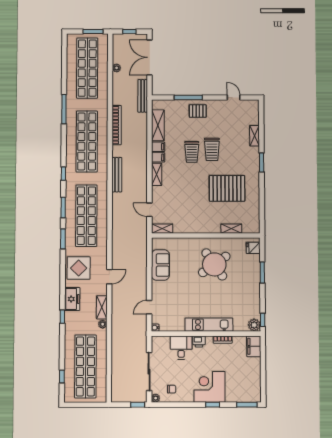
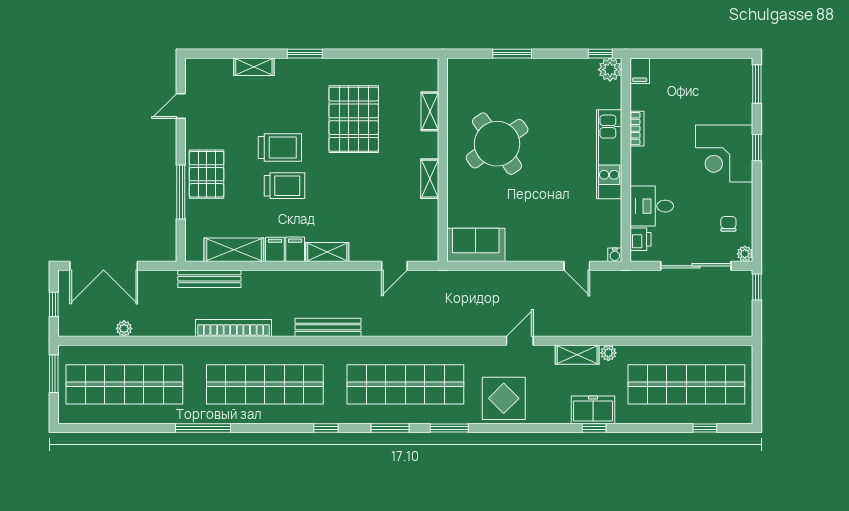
bench: (143, 96) -> (209, 279), moved
pallet: (198, 111) -> (207, 174), width x1.50, depth x1.42
shelving: (162, 229) -> (430, 179), moved
fridge: (253, 248) -> (466, 71), removed
sofa: (160, 265) -> (476, 245), moved
door: (109, 277) -> (520, 341), hinge flipped
freezer: (72, 299) -> (593, 410), moved
printer: (199, 341) -> (640, 239), moved
filing cabinet: (254, 346) -> (640, 71), width x0.50

